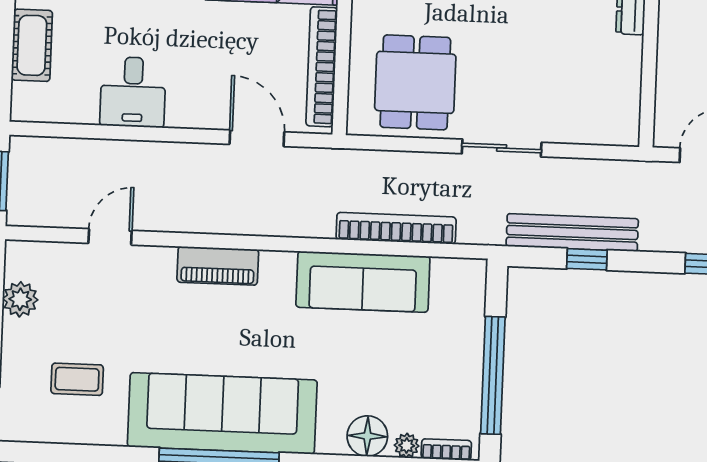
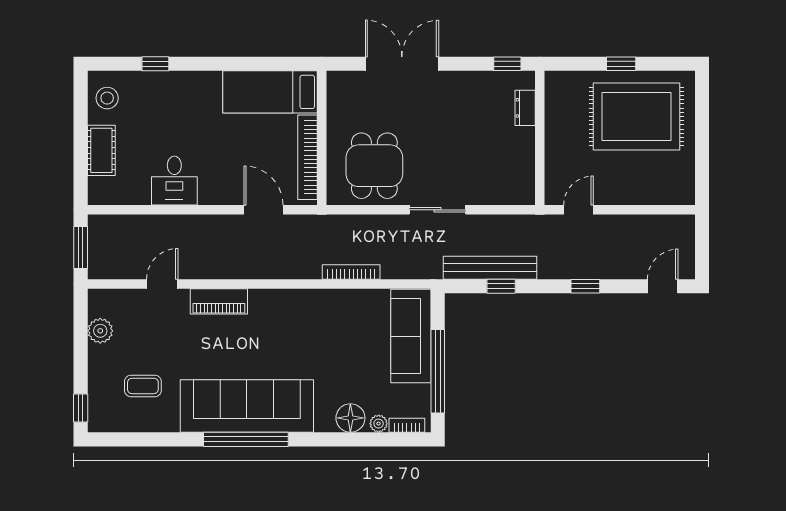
bookcase: (396, 228) -> (351, 272), width x0.68, depth x0.76
piano: (218, 266) -> (219, 301), moved
sofa: (363, 282) -> (411, 336), moved, turned 90

